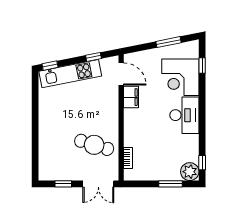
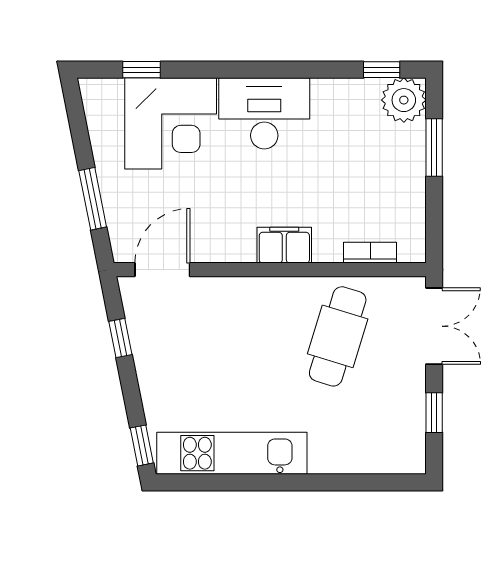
window: (168, 42) -> (93, 199), moved
kitchen unit: (70, 74) -> (232, 453), moved, turned -79
filing cabinet: (131, 97) -> (284, 245), moved

